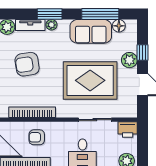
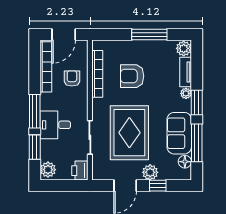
window: (50, 14) -> (197, 103), moved
armchair: (27, 64) -> (132, 76), moved, turned -81

